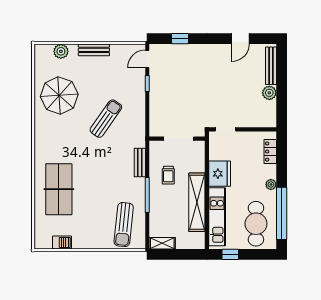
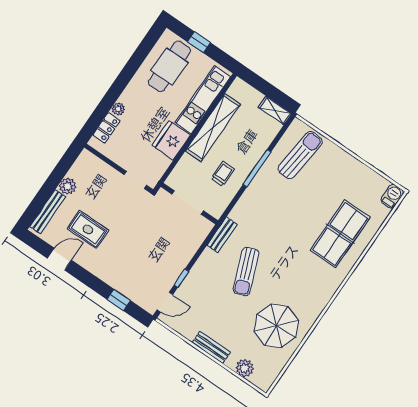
rug: (235, 73) -> (88, 229), added
sun lounger: (106, 119) -> (246, 271), turned -56
bench: (140, 163) -> (222, 235), moved
plant: (271, 184) -> (118, 109), moved
window: (282, 213) -> (137, 59), removed
barbecue: (62, 242) -> (392, 196), moved, turned 90
window: (230, 254) -> (199, 42), moved

